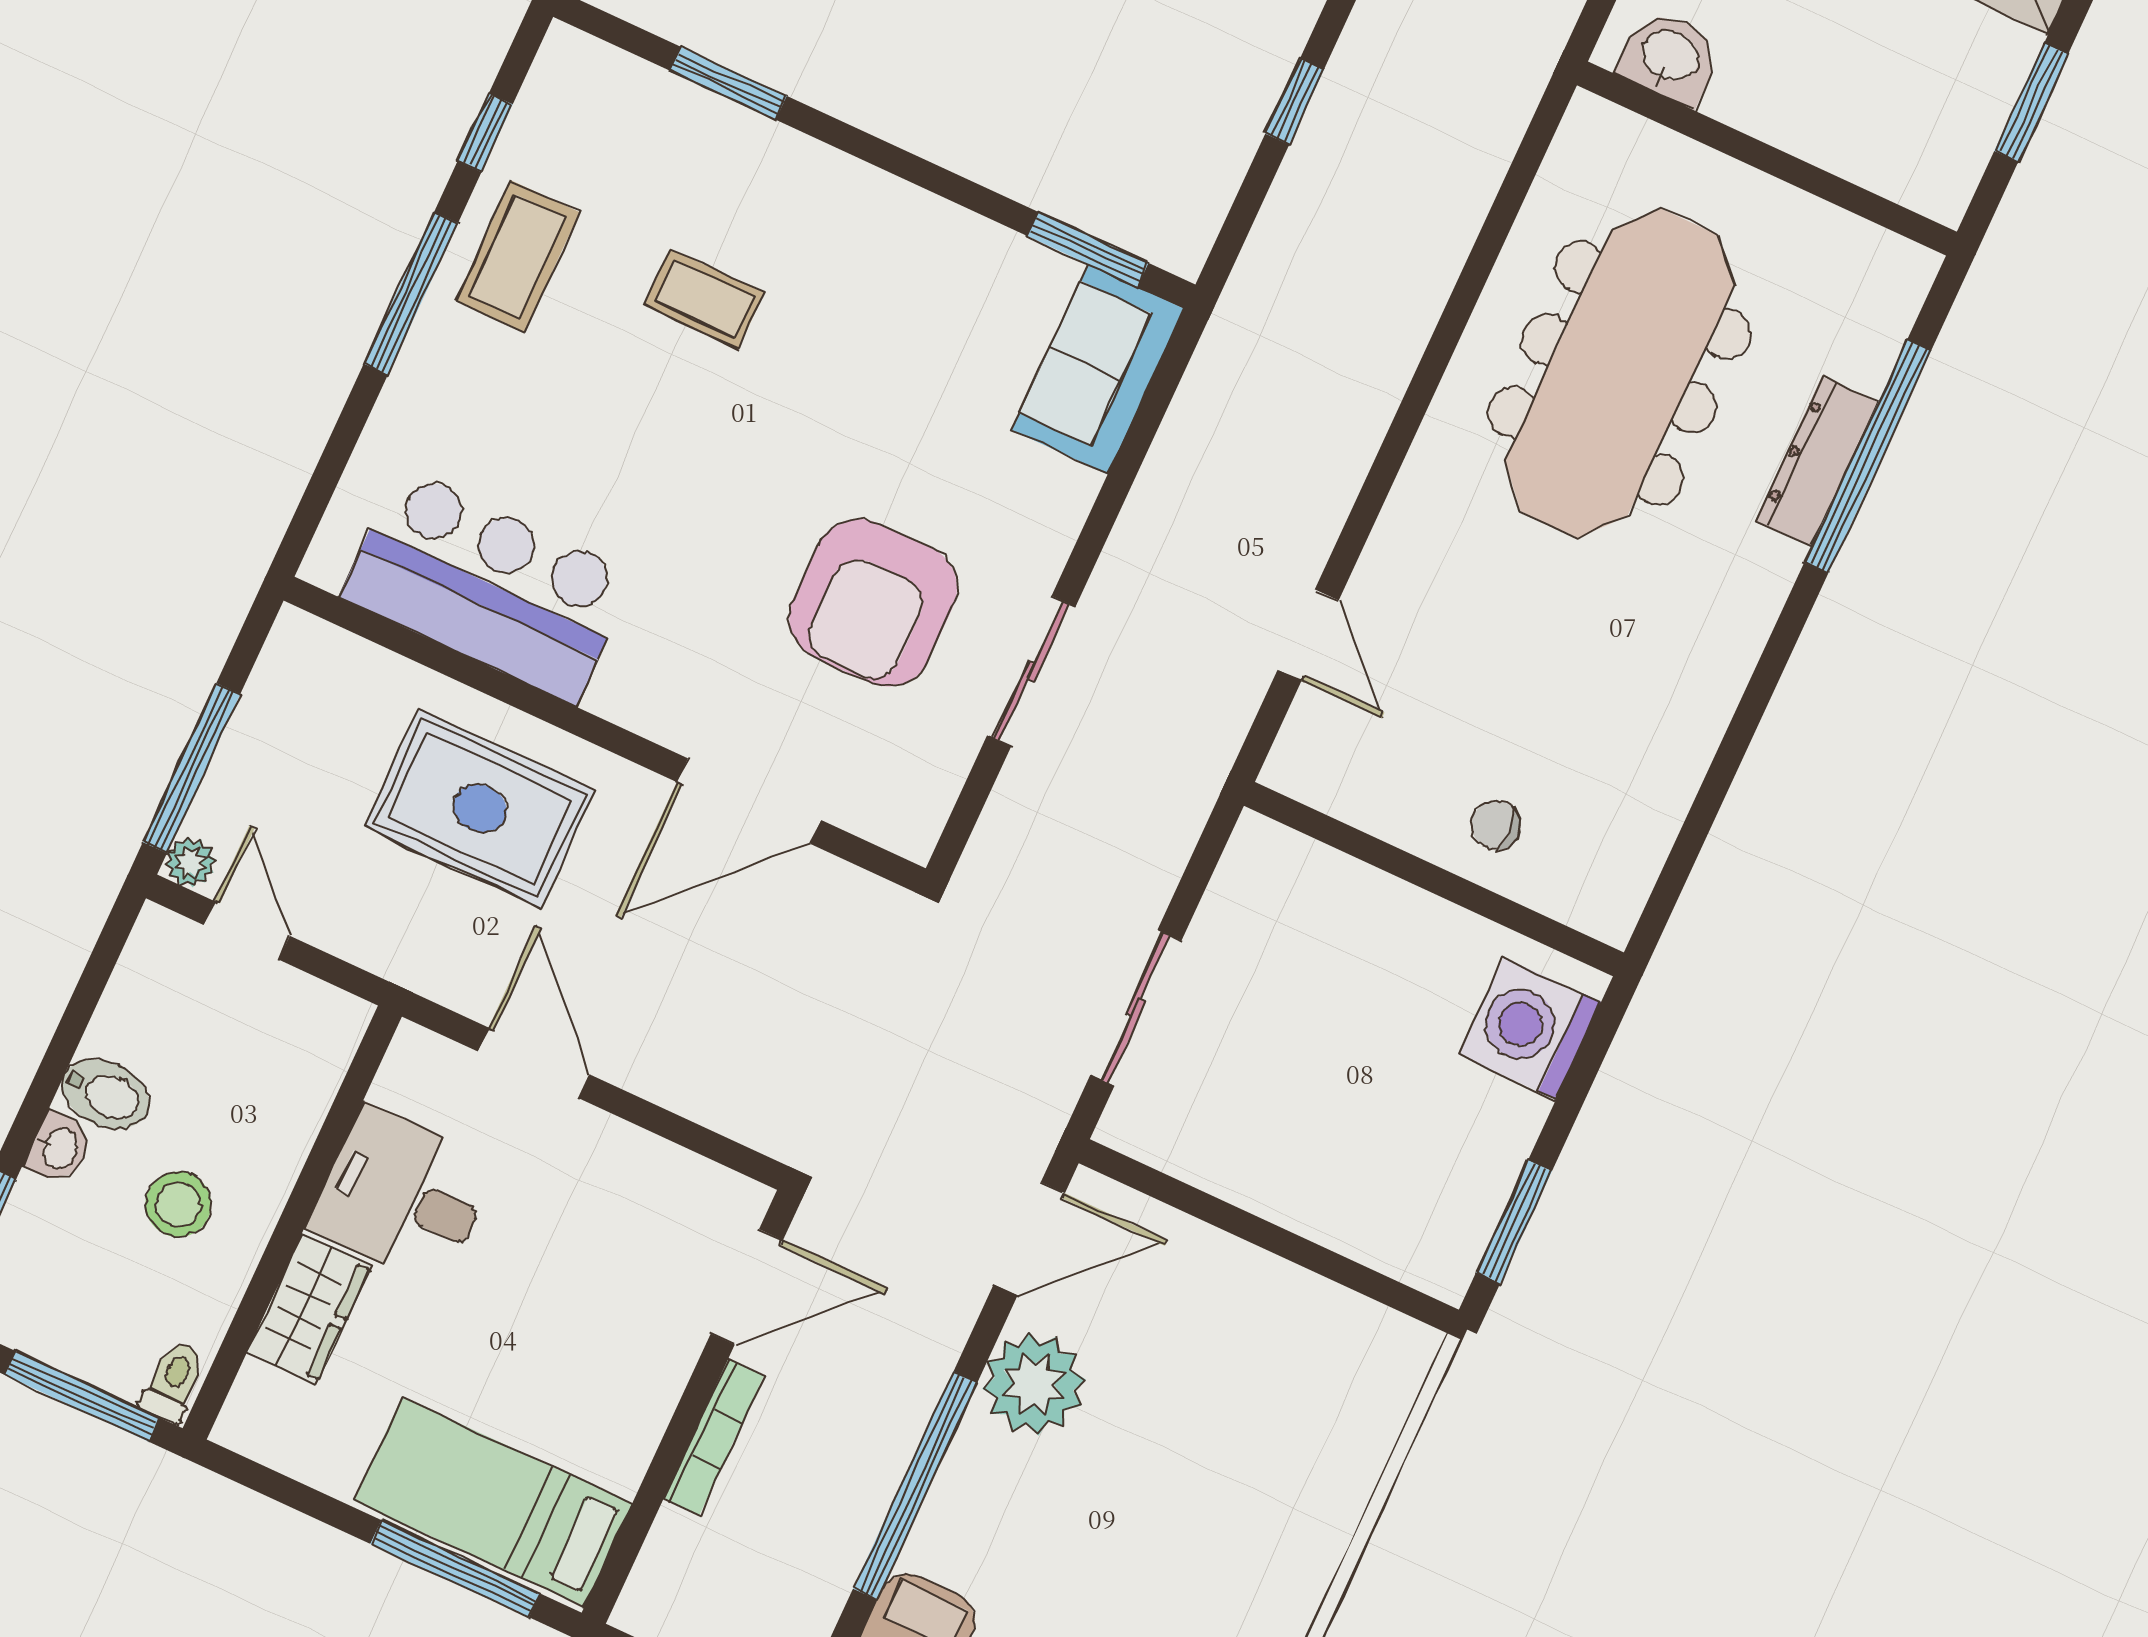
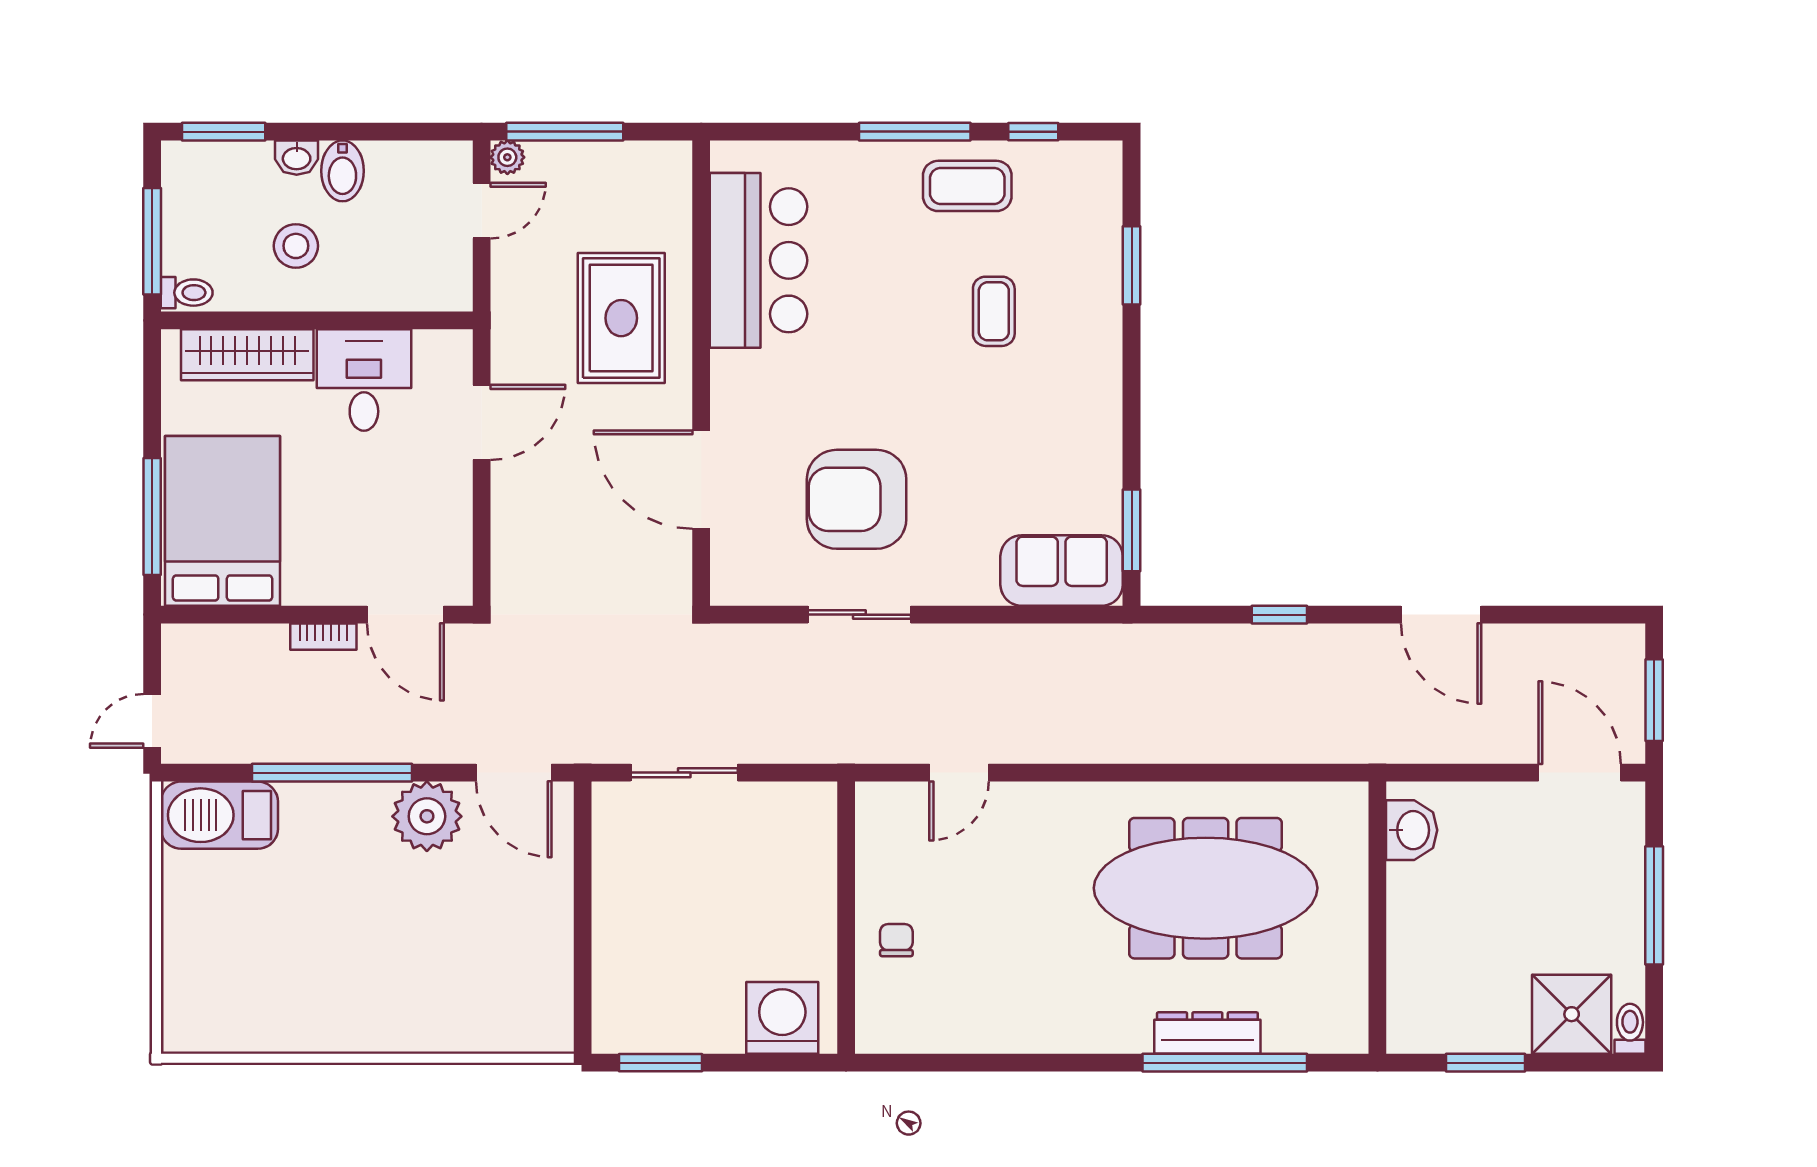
wardrobe: (309, 1309) -> (247, 355), width x1.50
bookcase: (714, 1437) -> (323, 637), width x0.64
bed: (493, 1502) -> (223, 521), width x1.50

